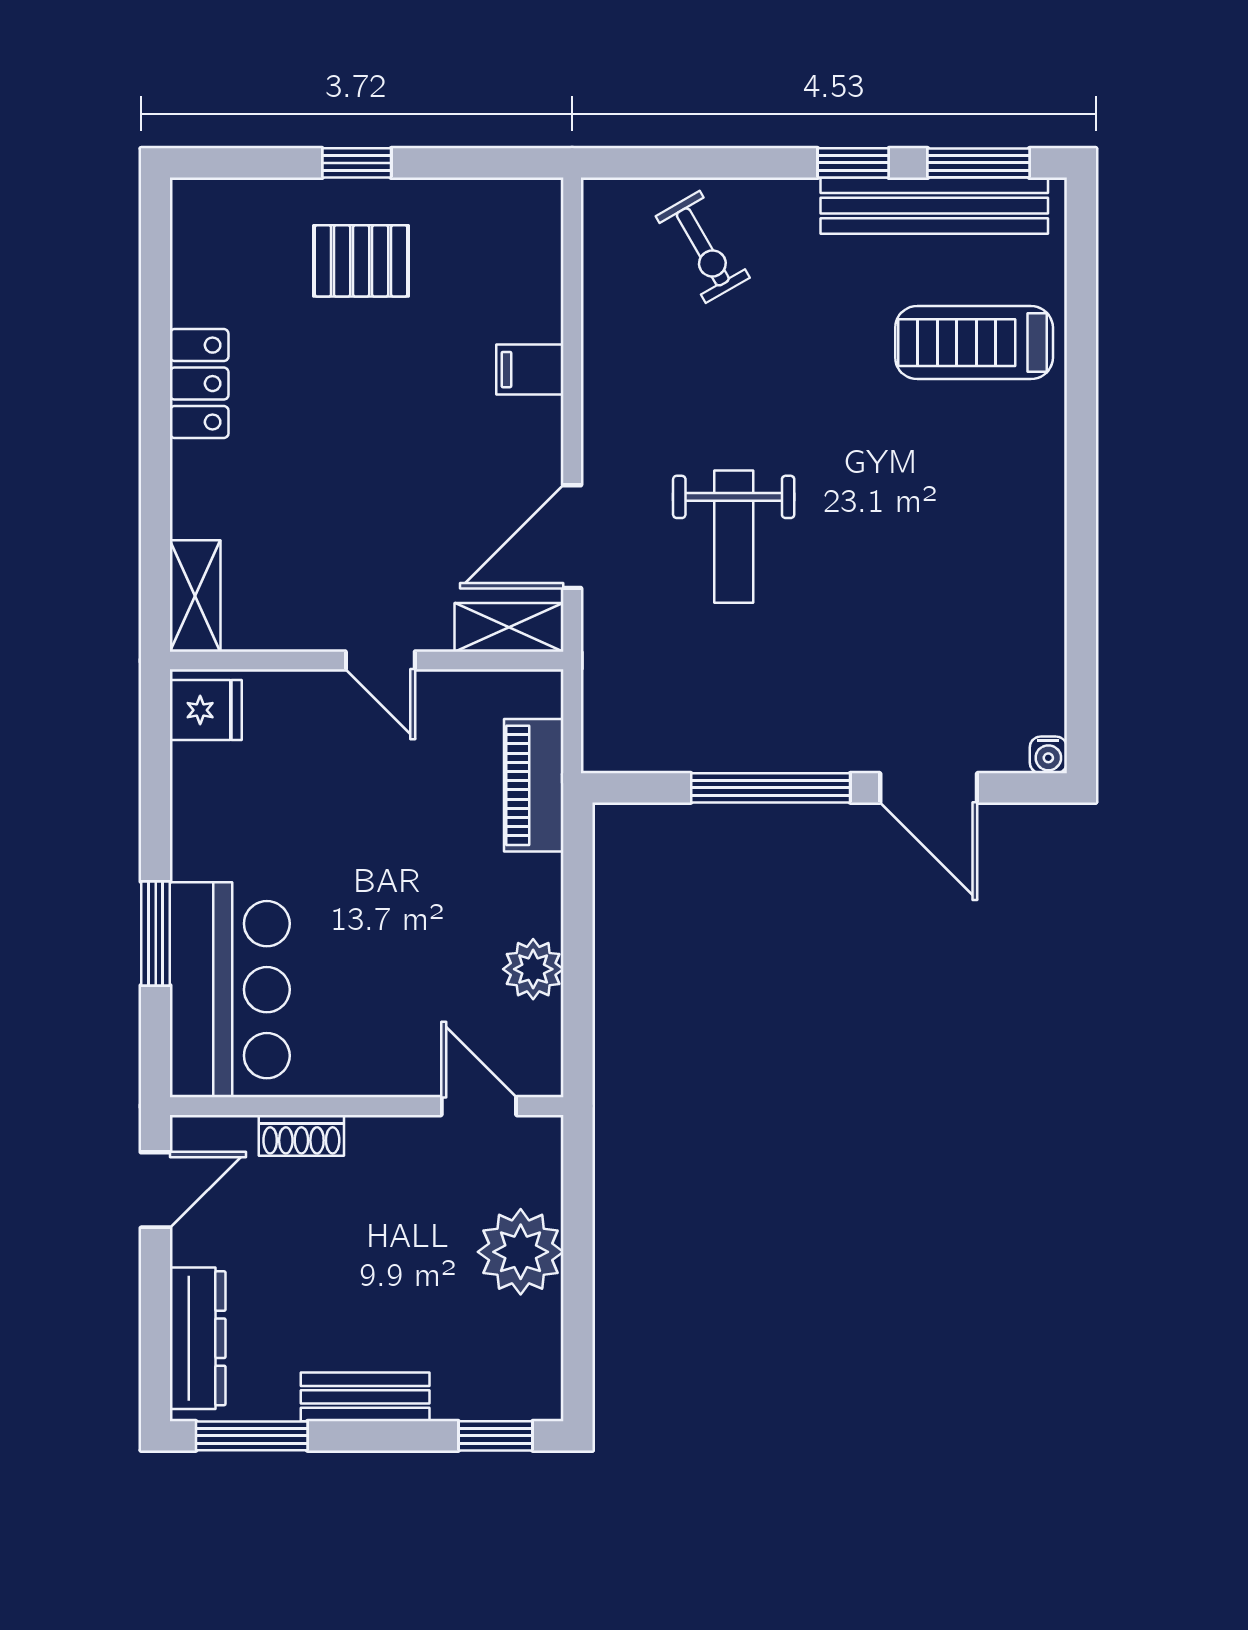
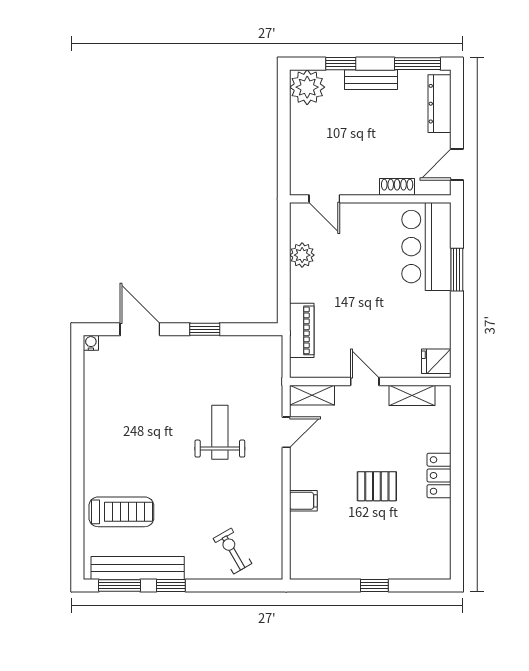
pallet: (361, 261) -> (377, 486), moved
locker: (199, 384) -> (439, 475), moved
door: (572, 537) -> (286, 432), width x0.73
shelving: (195, 596) -> (412, 395), moved, turned 90
window: (771, 788) -> (205, 329), width x0.46
plant: (521, 1252) -> (307, 87), moved
window: (495, 1436) -> (341, 64), moved

